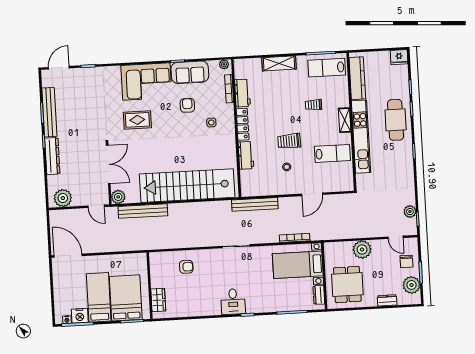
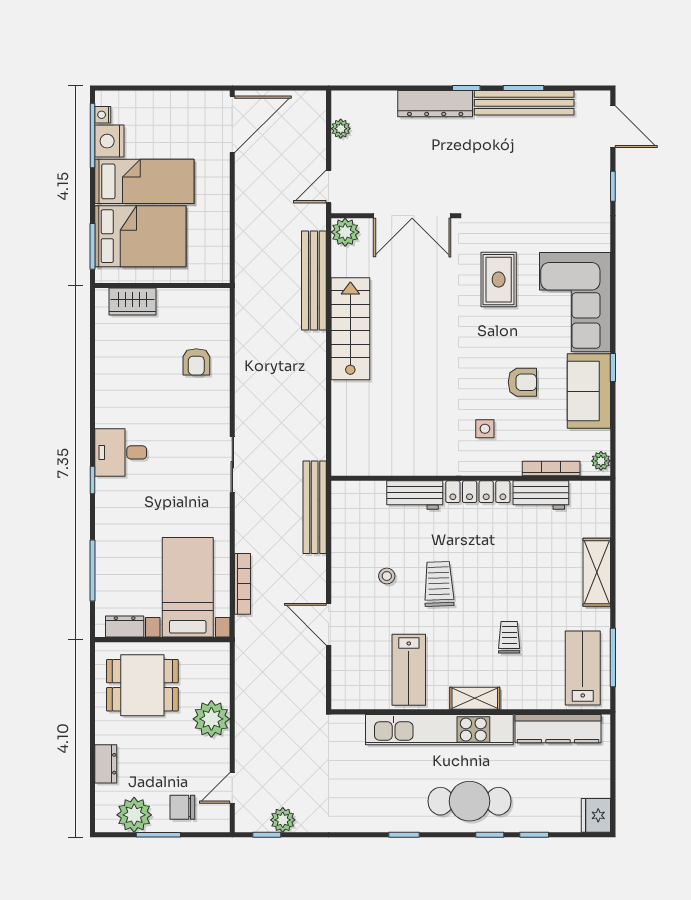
stairs: (187, 186) -> (350, 329), width x0.54, depth x0.66
plant: (63, 198) -> (341, 129), width x0.53, depth x0.53

